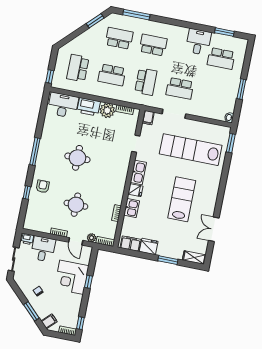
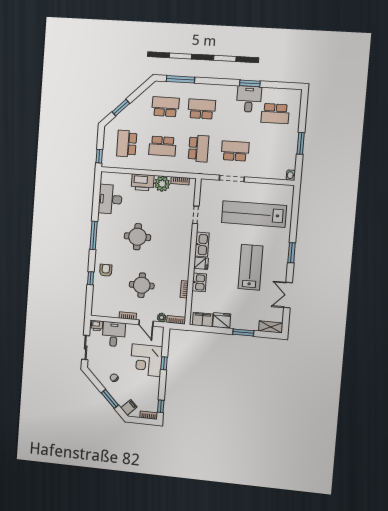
window: (95, 21) -> (121, 108), moved
window: (224, 32) -> (250, 83), moved
school desk: (180, 88) -> (235, 151), turned 180
desk: (63, 105) -> (110, 199), moved, turned -90
filing cabinet: (148, 118) -> (205, 186), removed
window: (231, 143) -> (292, 253), moved

